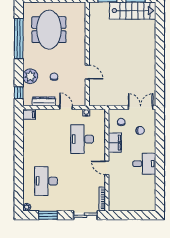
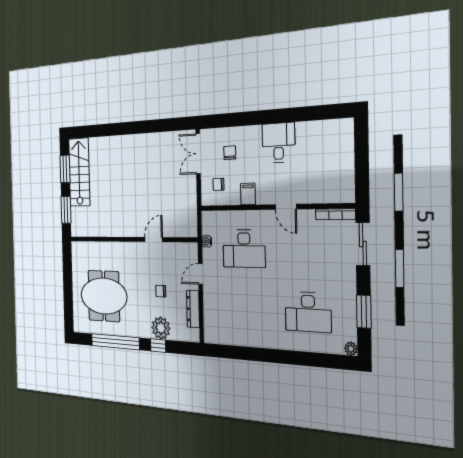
window: (19, 93) -> (158, 346), moved
filing cabinet: (29, 115) -> (211, 334), removed
filing cabinet: (115, 143) -> (248, 194), width x0.50
door: (107, 168) -> (286, 207), hinge flipped

